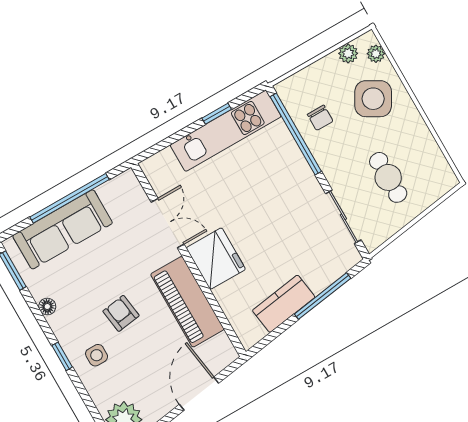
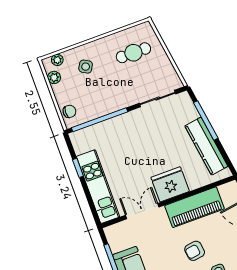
side table: (373, 99) -> (86, 67), width x0.54, depth x0.54
chair: (320, 118) -> (69, 111), moved
kitchen unit: (226, 131) -> (98, 187), moved
cafe table: (388, 177) -> (133, 53), moved
kitchen counter: (284, 304) -> (206, 146), width x1.50

